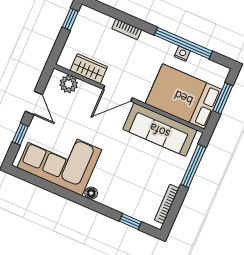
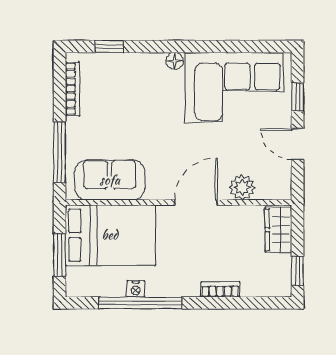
wardrobe: (89, 69) -> (278, 230), moved, turned 90
plant: (69, 84) -> (242, 187), moved
sofa: (160, 130) -> (110, 180), width x0.73

